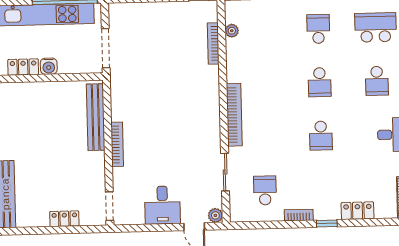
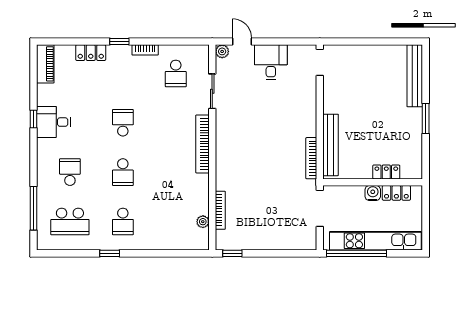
school desk: (320, 82) -> (123, 172), turned 180
bookcase: (117, 144) -> (311, 158), moved
locker: (64, 219) -> (386, 172), moved, turned 180

